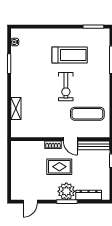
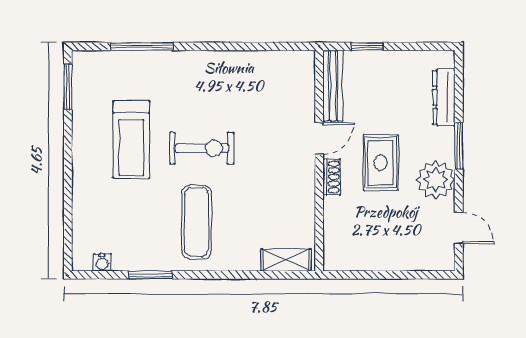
treadmill: (70, 55) -> (131, 140), turned 180
shelving: (16, 109) -> (286, 260), moved
exercise mat: (87, 114) -> (196, 222), moved
plant: (66, 191) -> (436, 180), moved

